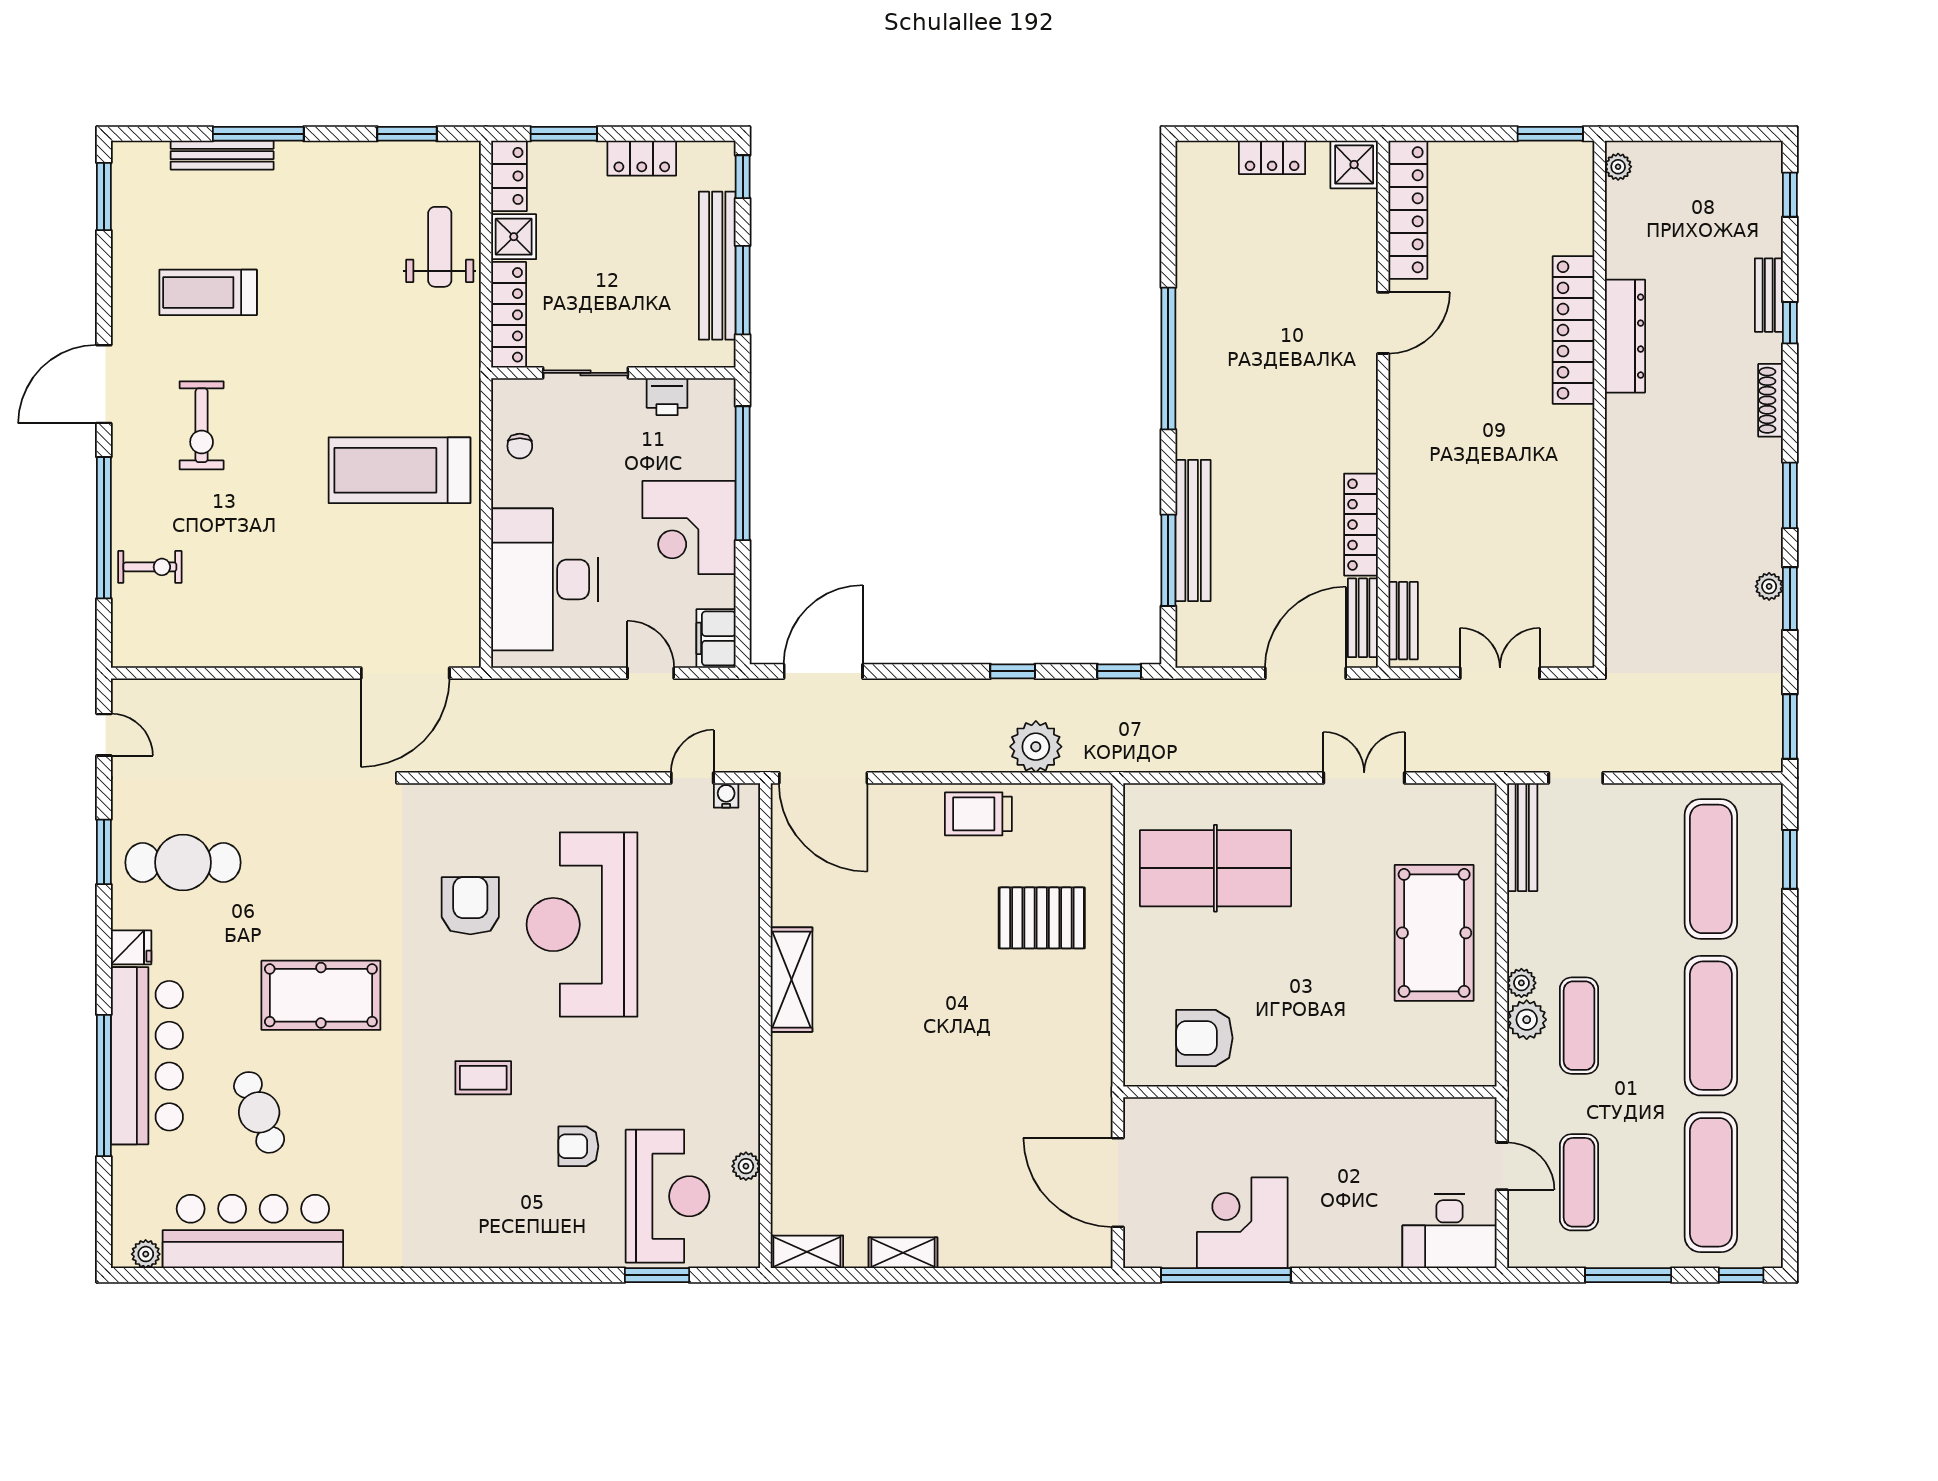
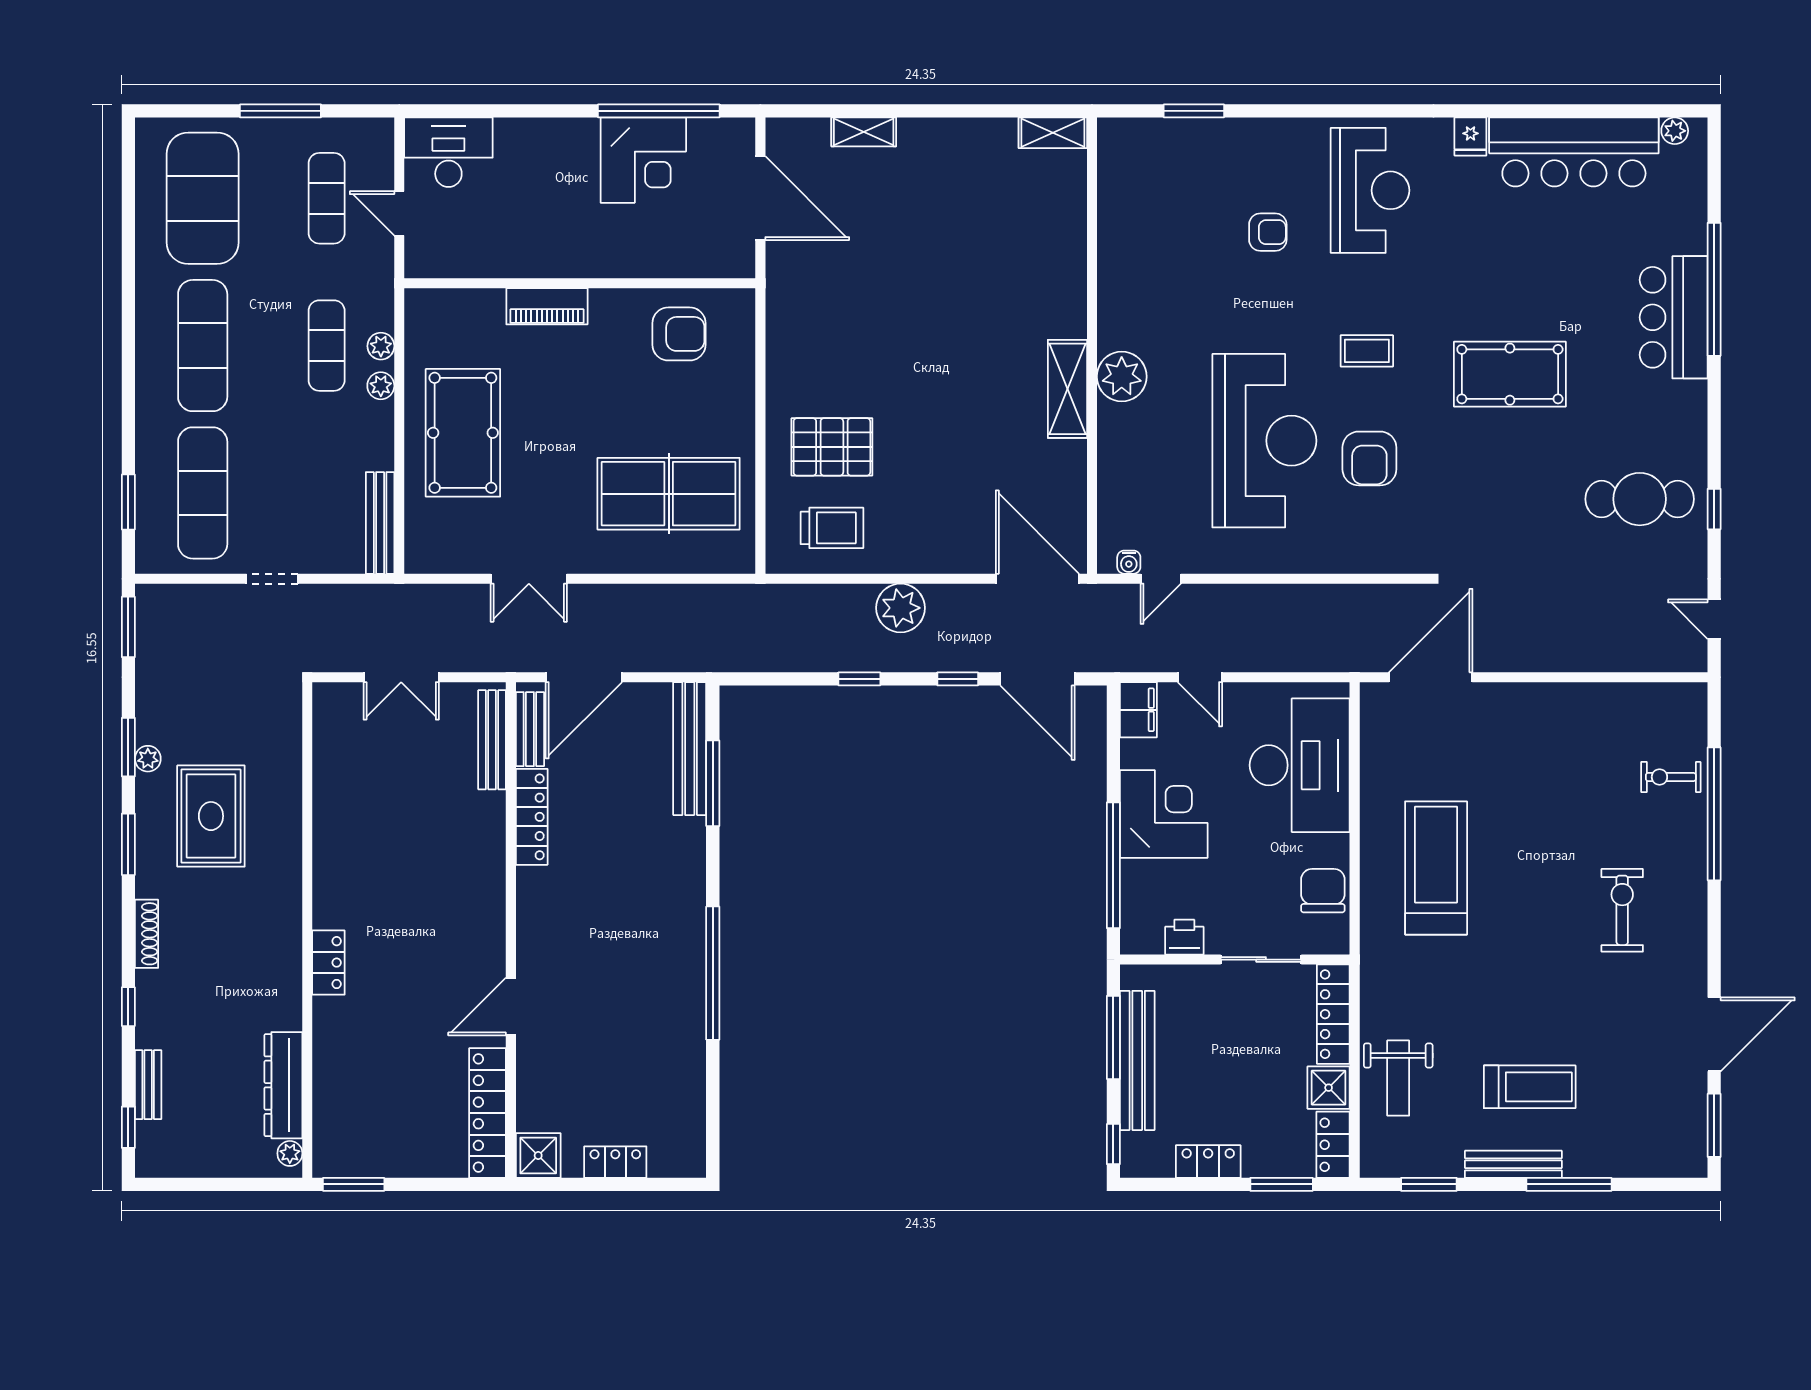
bench: (222, 155) -> (1513, 1164), moved
treadmill: (208, 292) -> (1530, 1087), moved
bench: (1769, 295) -> (148, 1085), moved
locker: (1573, 330) -> (328, 963), width x0.46, depth x0.83
dresser: (1625, 336) -> (283, 1085), moved
door: (104, 384) -> (1714, 1034), moved
chair: (520, 446) -> (1323, 891), width x1.87, depth x1.87
treadmill: (399, 470) -> (1436, 868), turned -90
rug: (1702, 525) -> (211, 816), added
bench: (1193, 530) -> (690, 749), moved
bench: (1403, 621) -> (492, 740), width x1.36
door: (823, 671) -> (1037, 679), hinge flipped
window: (1119, 671) -> (958, 679), moved
plant: (1036, 747) -> (901, 608), moved
doorway: (1576, 778) -> (272, 579), moved
trolley: (978, 814) -> (832, 528), moved
window: (104, 852) -> (1714, 509), width x0.67
fridge: (131, 947) -> (1470, 136), moved, turned -90
plant: (1527, 1020) -> (381, 346), width x0.73, depth x0.73
bar counter: (147, 1056) -> (1674, 317), width x0.73
piano: (1345, 1067) -> (547, 306), added
coffee table: (483, 1078) -> (1367, 351), moved
cafe table: (259, 1112) -> (1568, 264), removed
plant: (746, 1166) -> (1122, 377), moved, width x1.87, depth x1.87
exercise mat: (1711, 1182) -> (203, 198), width x1.47
reception desk: (667, 1196) -> (1370, 190), moved, turned 180
shelving: (903, 1253) -> (864, 132), moved
window: (1741, 1275) -> (174, 111), removed

